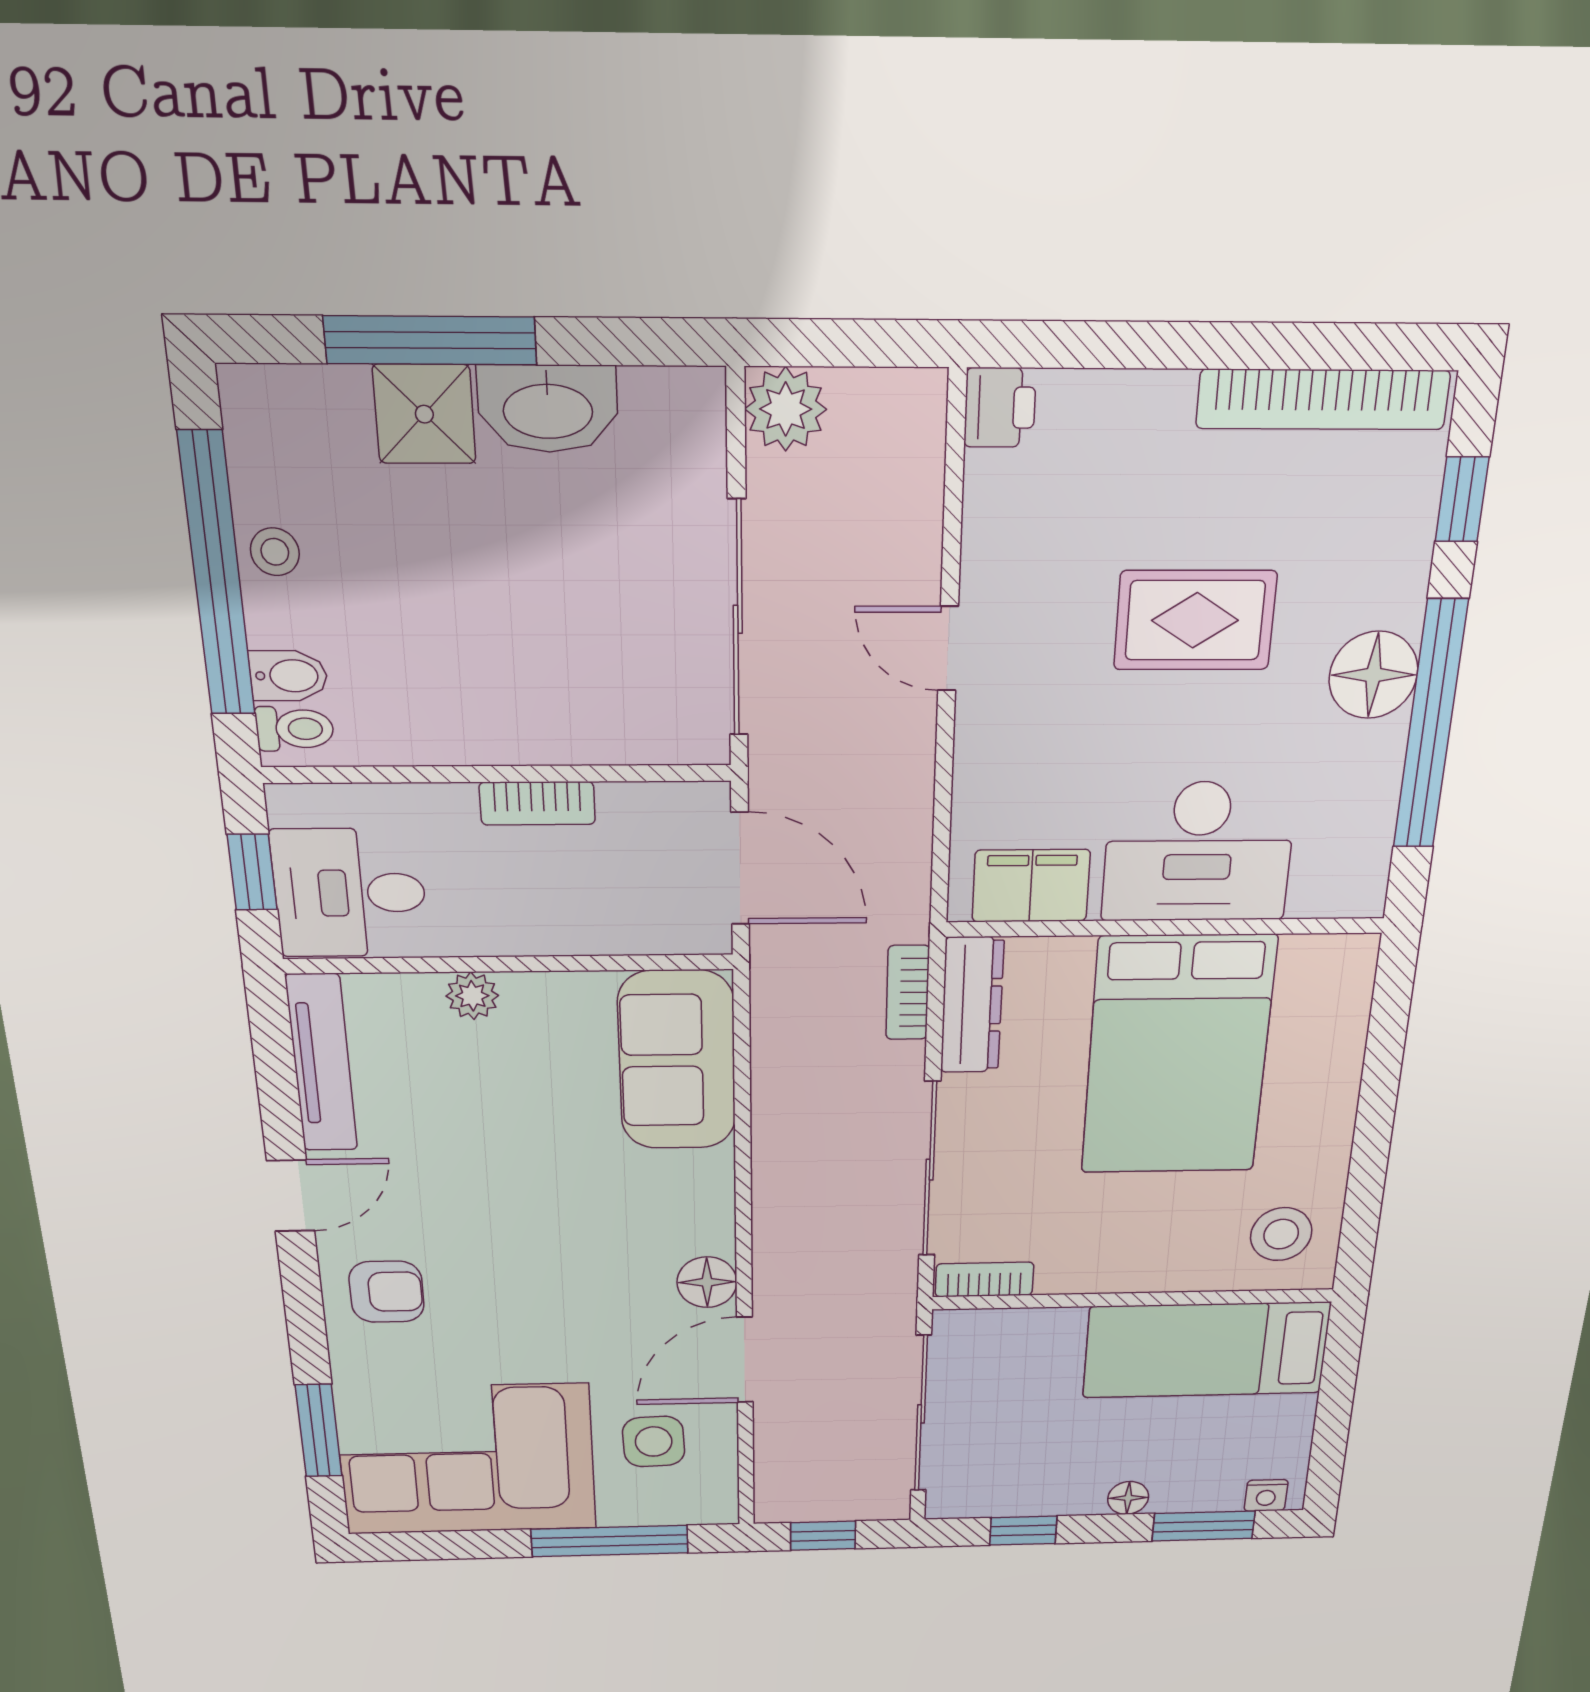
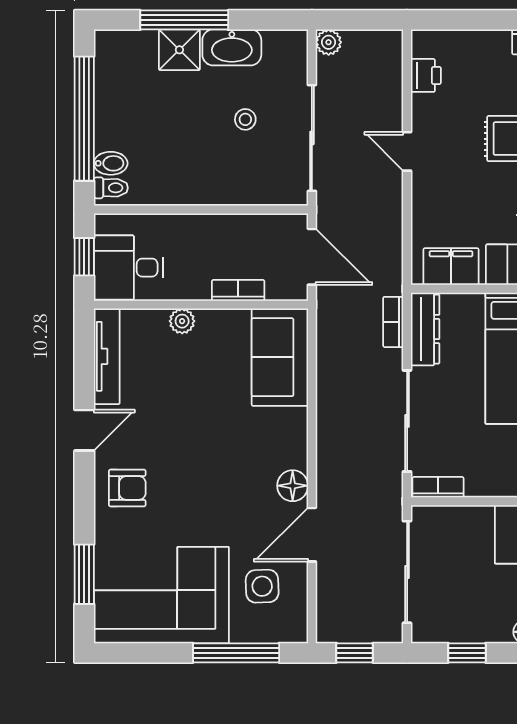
printer: (1000, 408) -> (426, 75), moved
plant: (786, 409) -> (329, 42), width x0.73, depth x0.73
stool: (275, 552) -> (245, 119), moved
bookcase: (537, 803) -> (238, 290), moved, turned 180

